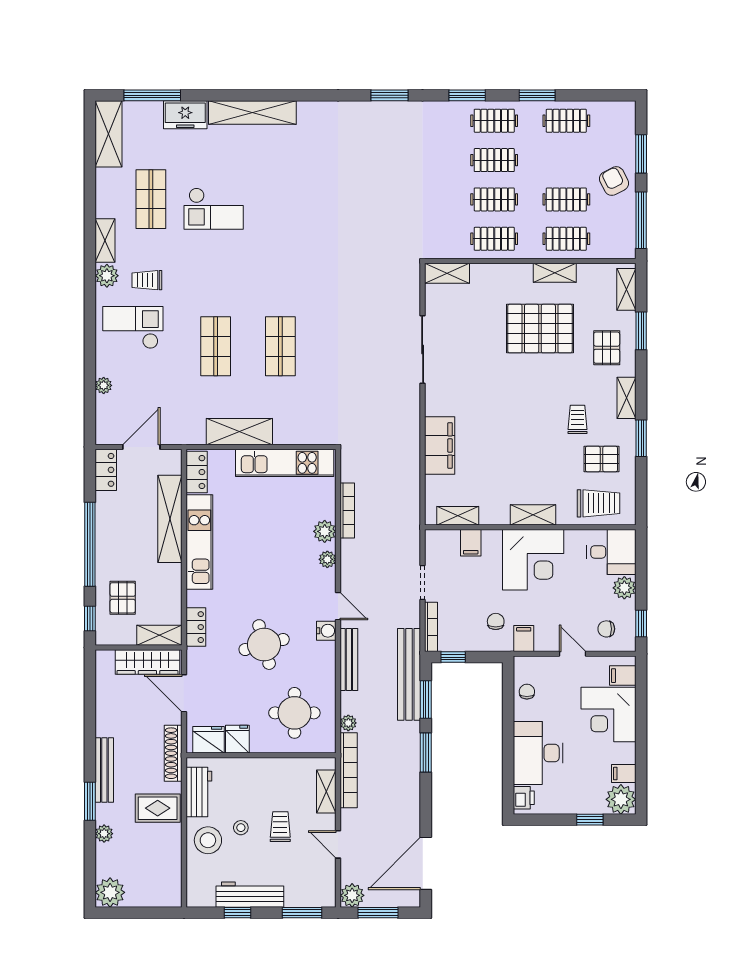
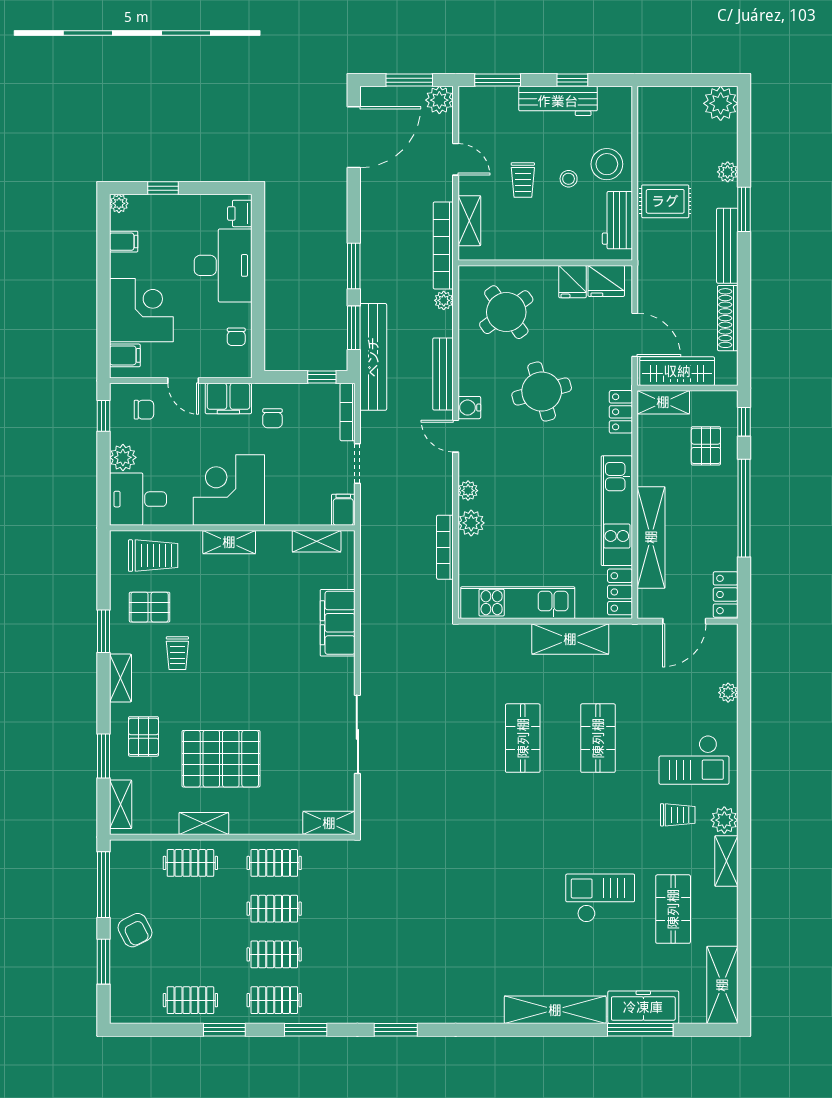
window: (152, 95) -> (640, 1030), moved
freezer: (185, 115) -> (643, 1007), width x1.40
clothes rail: (566, 199) -> (190, 909), removed
trolley: (598, 503) -> (153, 556), turned 180
filing cabinet: (471, 543) -> (343, 510), moved
filing cabinet: (524, 639) -> (228, 398), width x2.00
round table: (294, 713) -> (506, 312), turned -36
shoe rack: (173, 753) -> (728, 318), moved, turned 180
plant: (621, 799) -> (119, 203), width x0.53, depth x0.53

